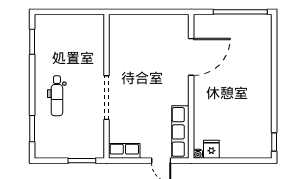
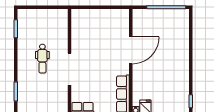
door: (191, 57) -> (131, 50), moved
dental chair: (57, 96) -> (42, 59), moved

